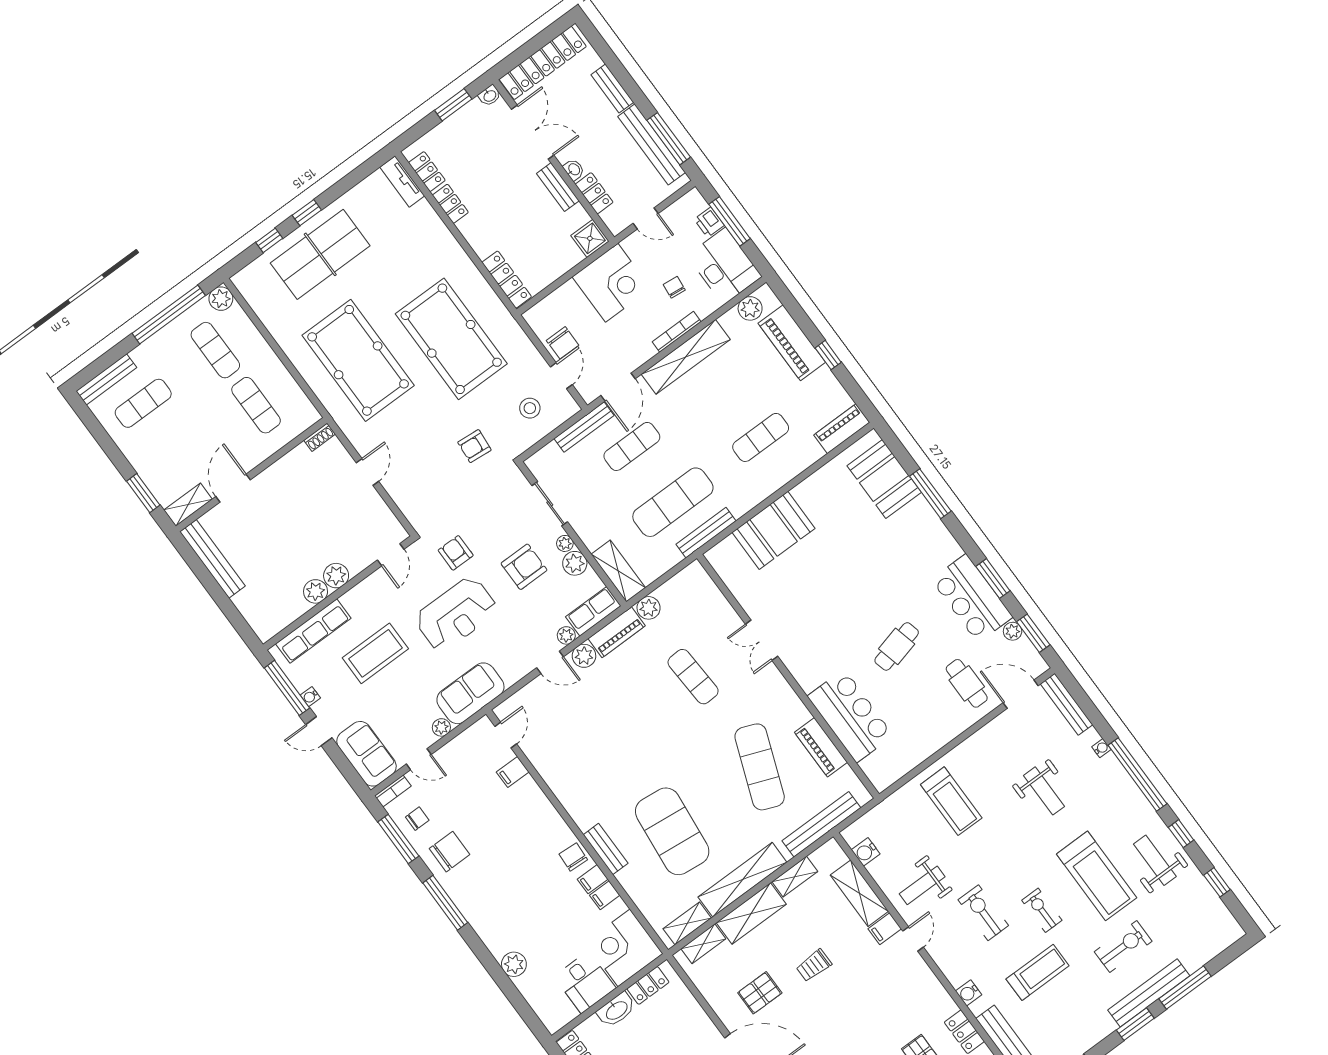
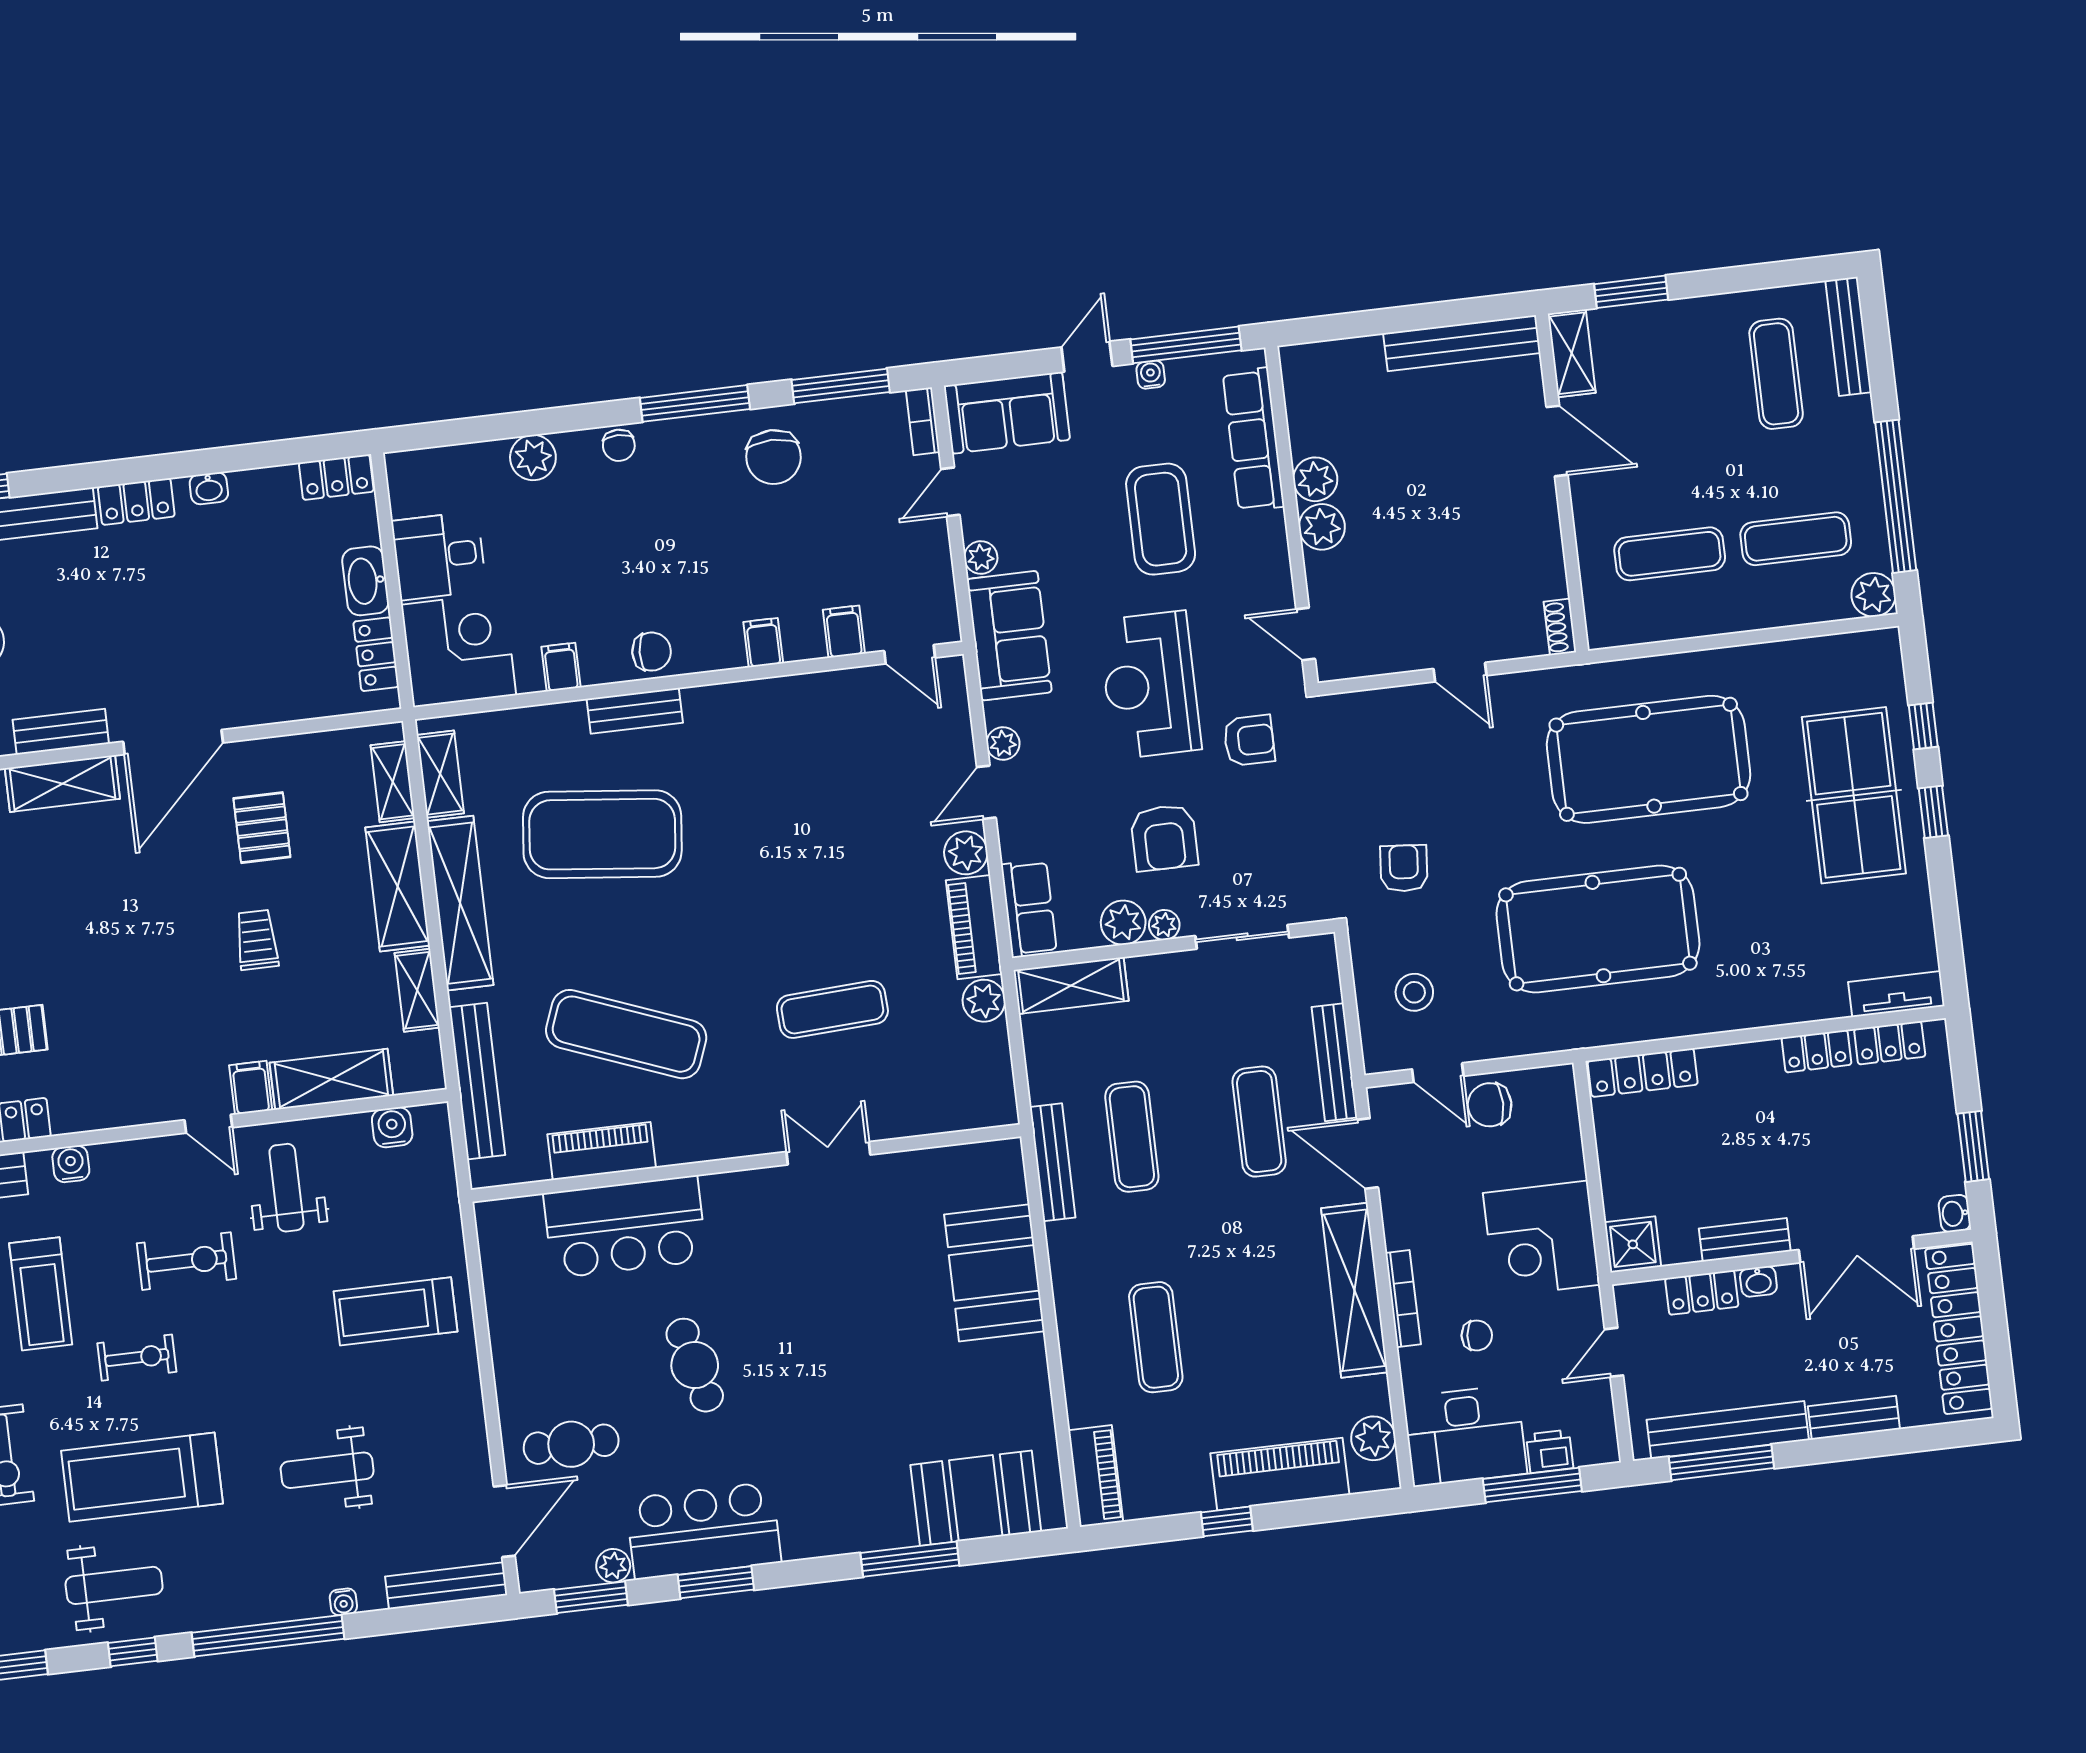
exercise mat: (673, 502) -> (1132, 1137), width x0.73, depth x0.69
plant: (566, 635) -> (1003, 743), moved
chair: (417, 819) -> (619, 445), moved
filing cabinet: (593, 879) -> (763, 643), moved

